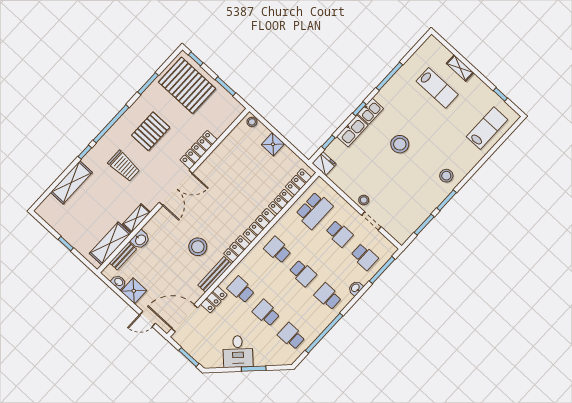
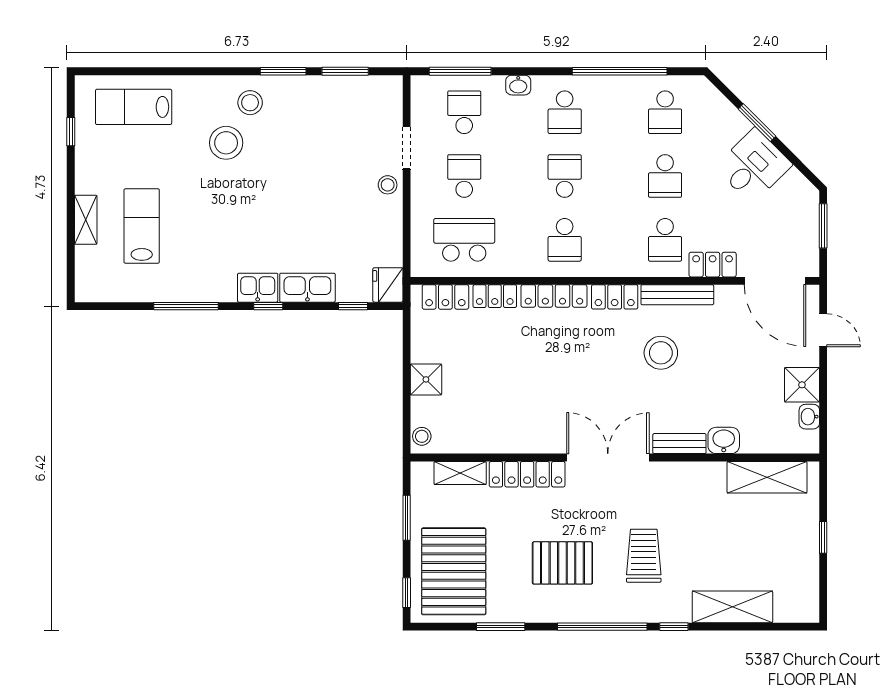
stool: (400, 144) -> (226, 143), moved
shelving: (136, 218) -> (460, 473), moved
bench: (123, 256) -> (679, 444), moved

